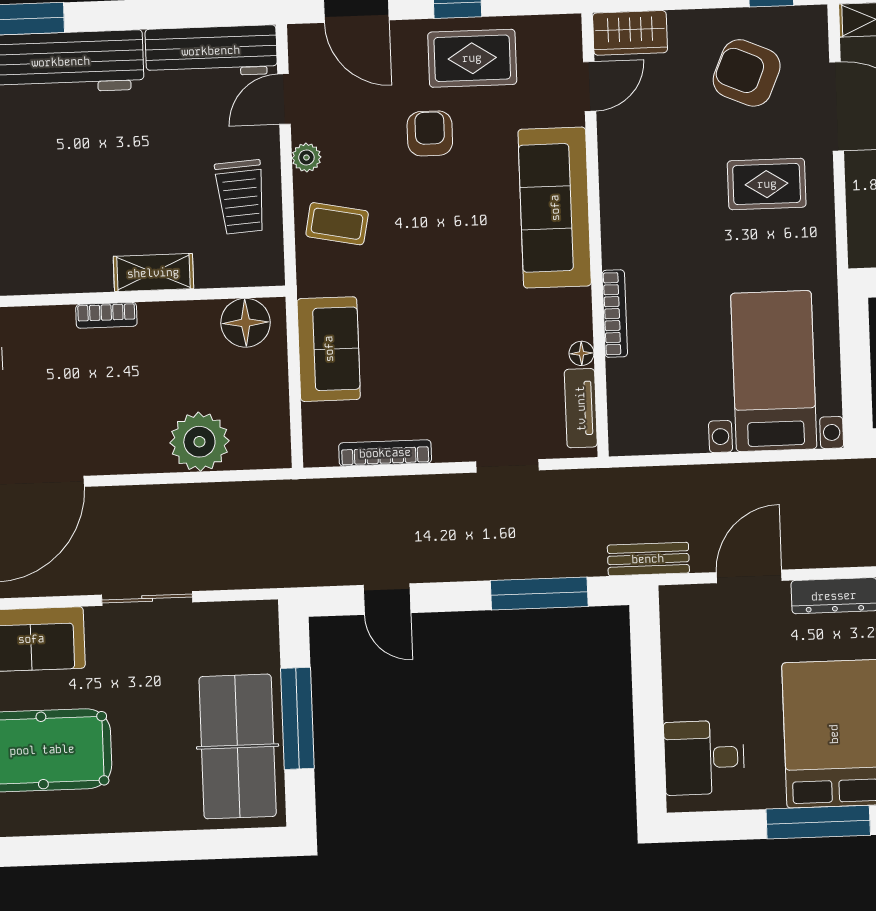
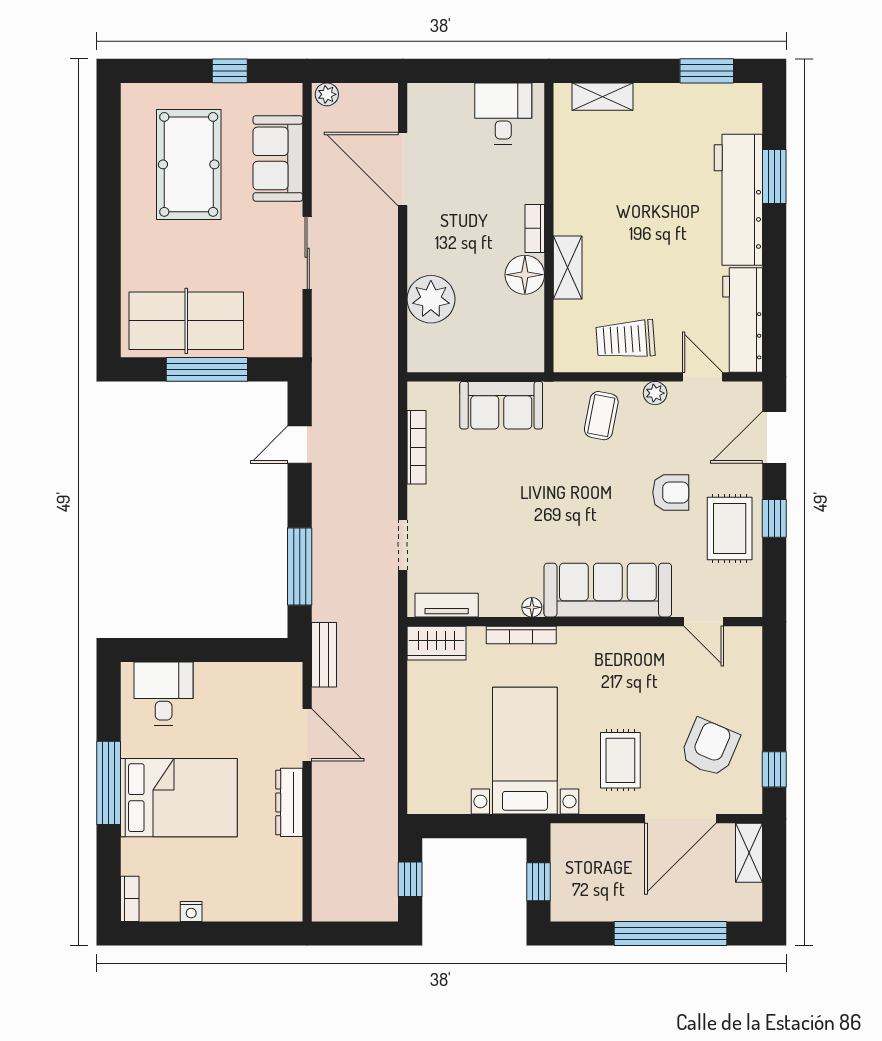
wardrobe: (630, 33) -> (436, 643), moved, turned -90
floor lamp: (245, 323) -> (525, 275), moved
floor lamp: (581, 353) -> (532, 607), moved
bed with nightstands: (774, 371) -> (525, 751), moved, turned -90

